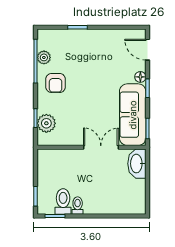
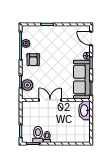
double door: (101, 147) -> (50, 100), moved

